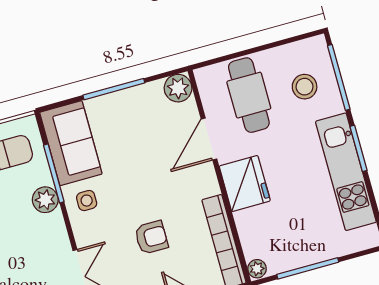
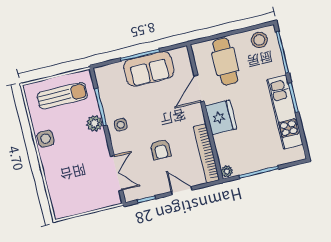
stool: (305, 87) -> (259, 40), moved
plant: (178, 88) -> (181, 56), removed
sofa: (71, 143) -> (149, 69), moved, turned 90
armchair: (151, 237) -> (161, 149), turned 90

